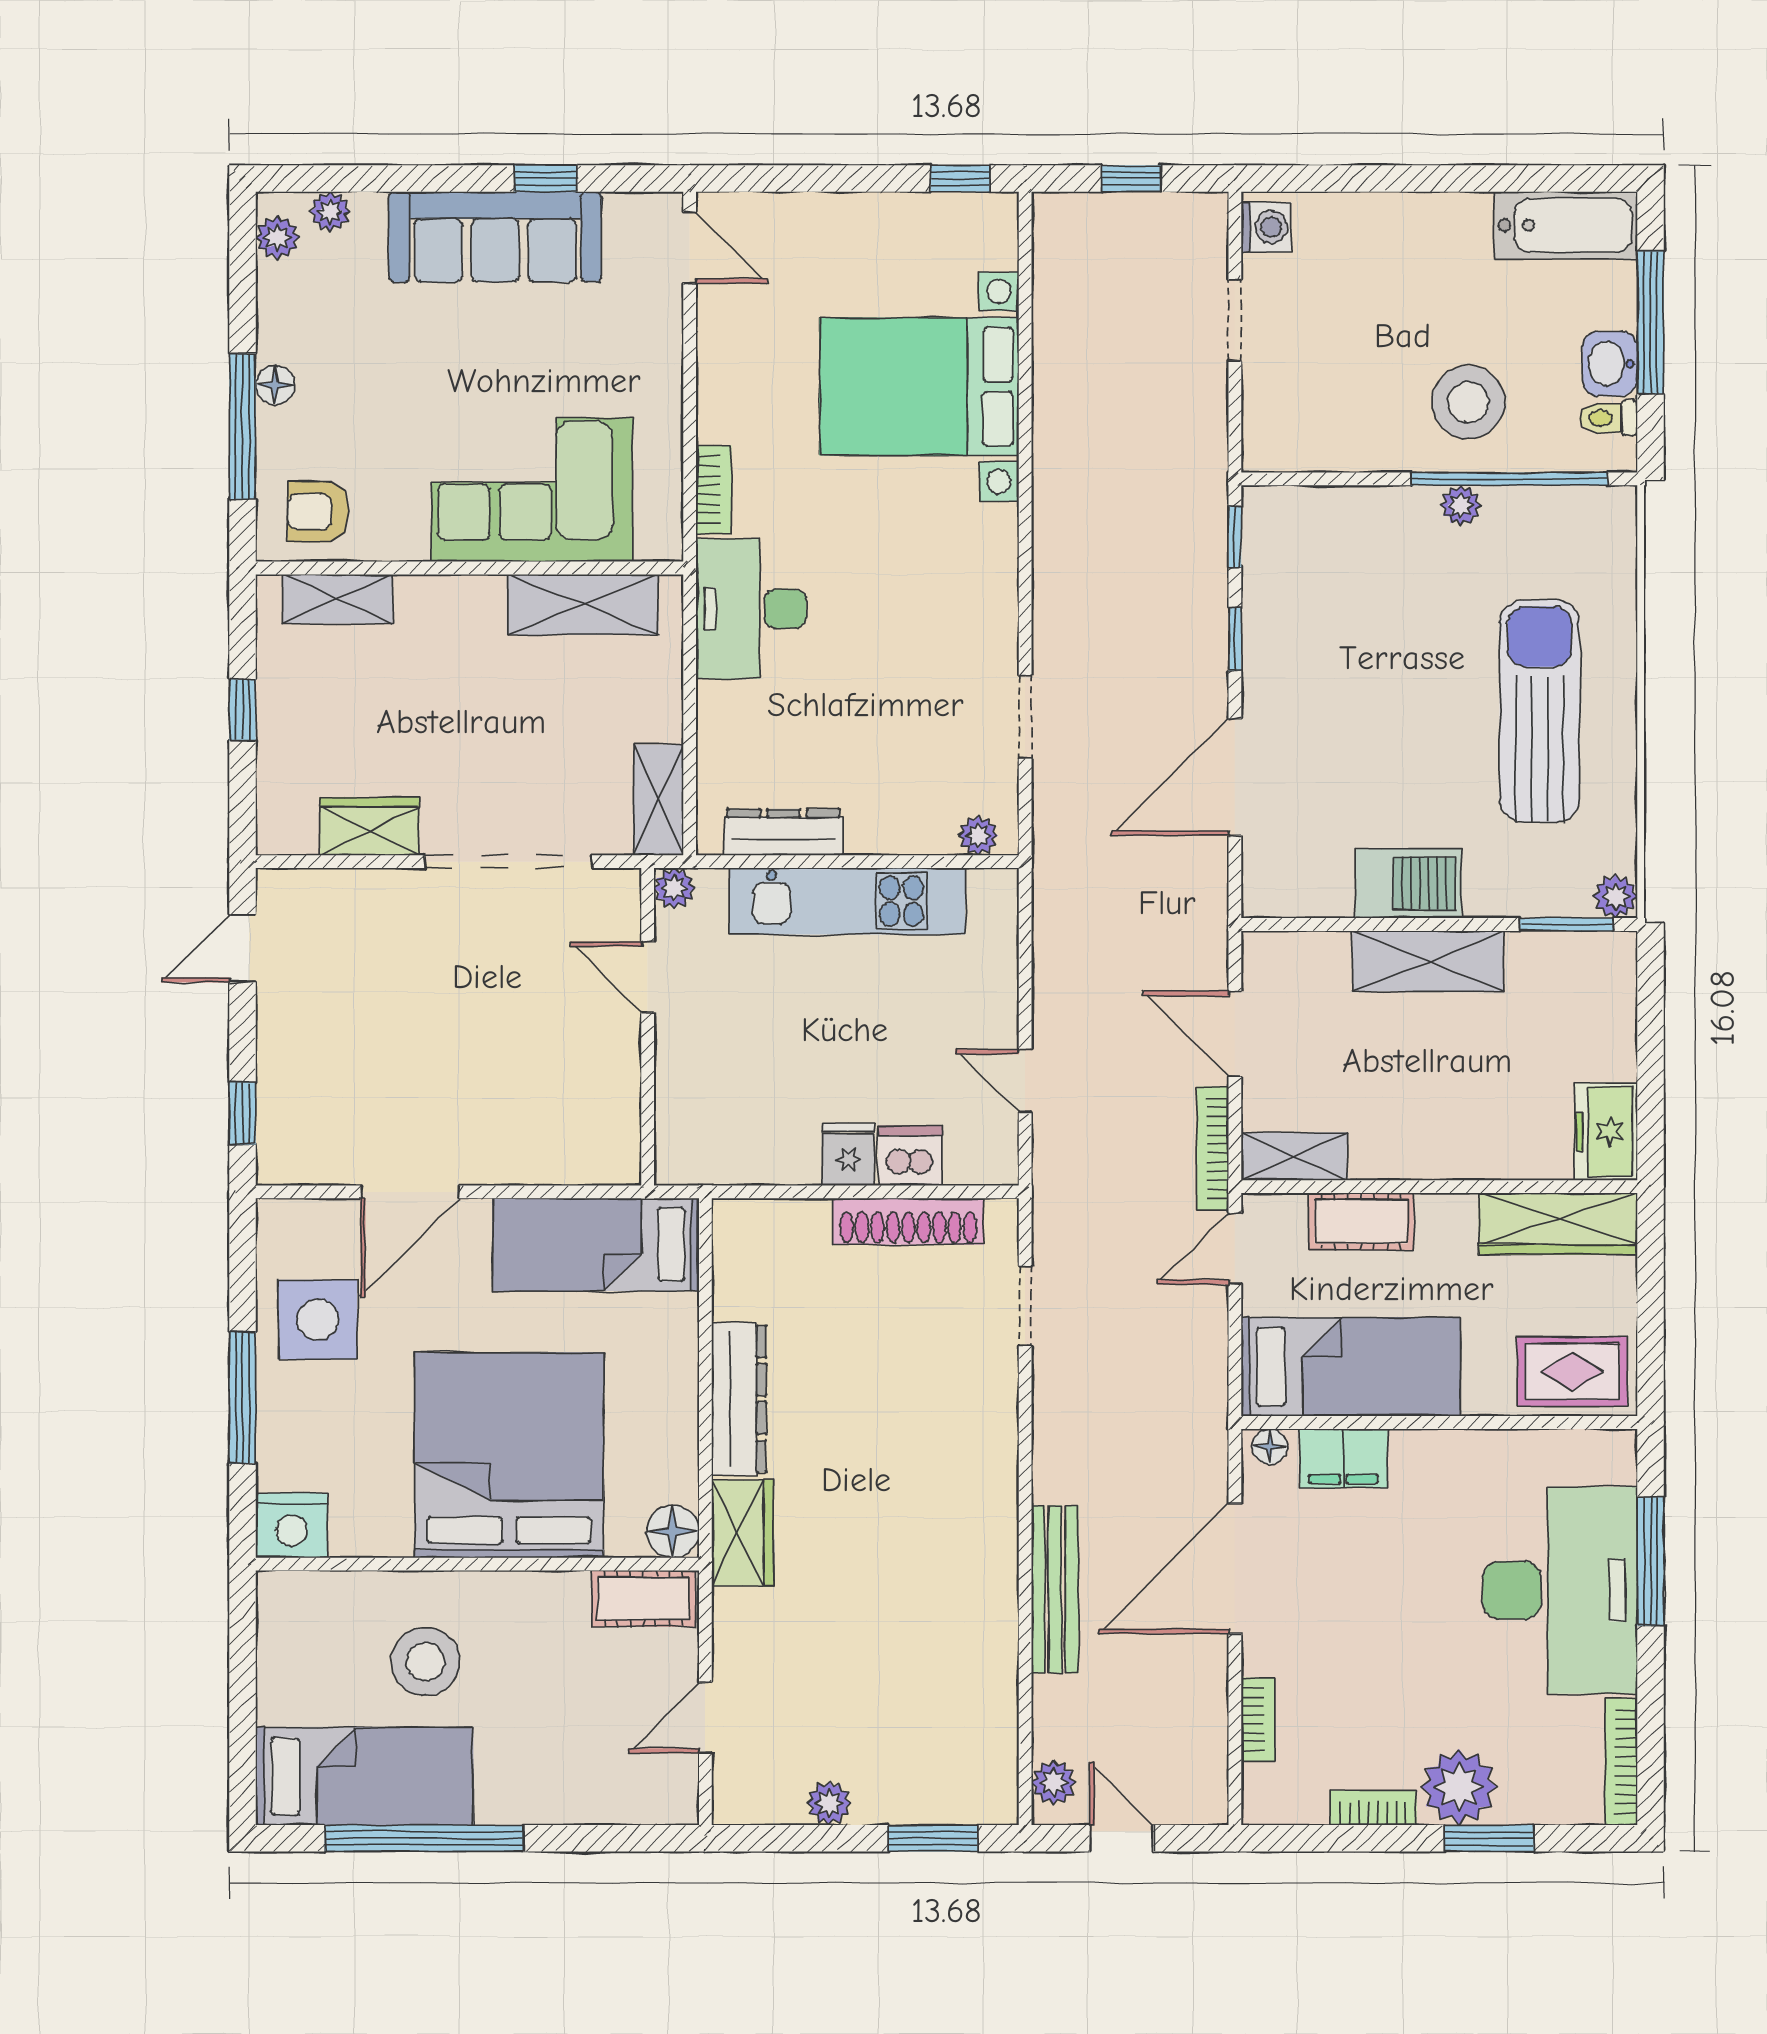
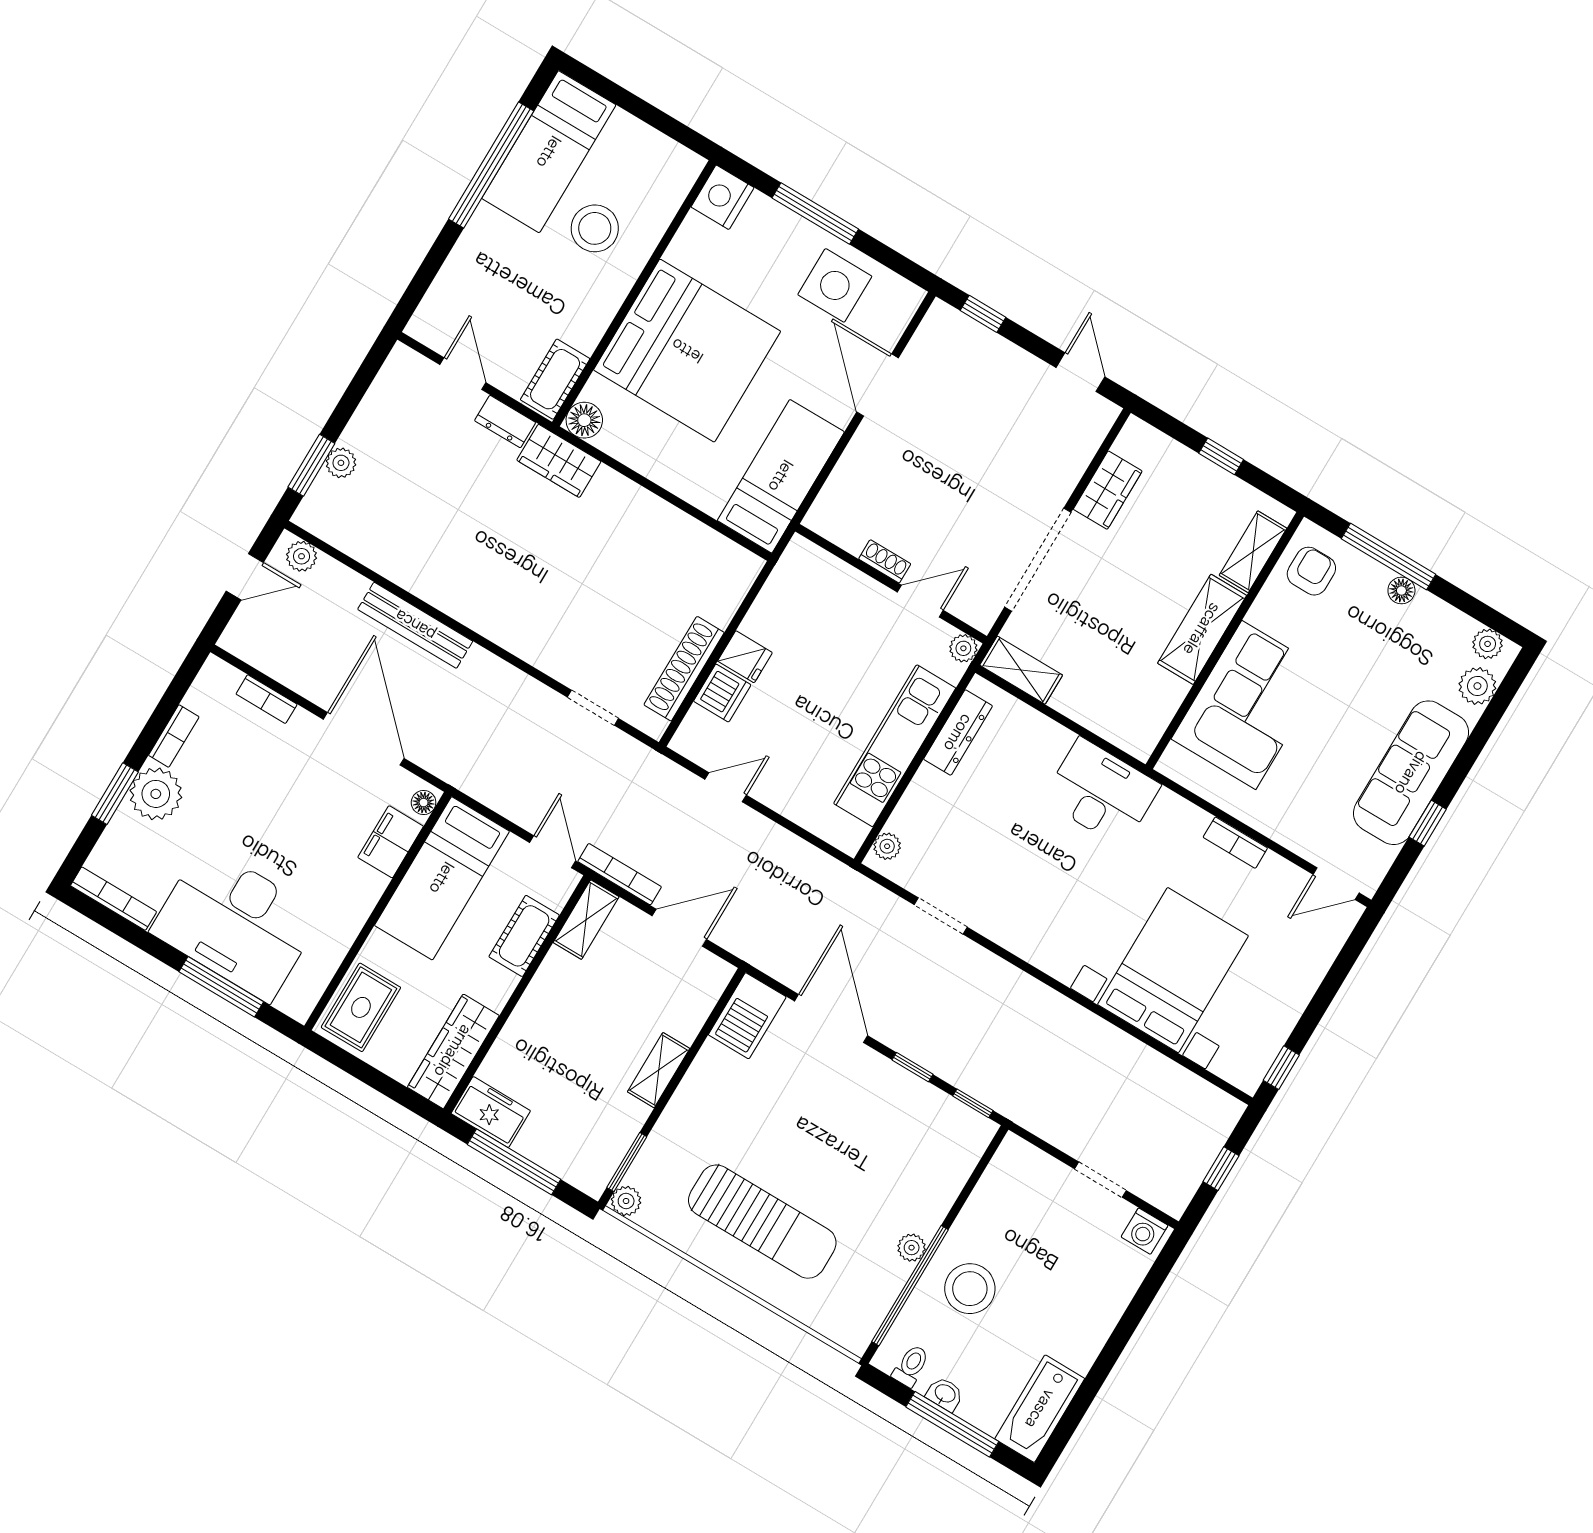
plant: (330, 211) -> (1477, 686), width x1.38, depth x1.38
washbasin: (1610, 364) -> (945, 1394), width x0.72, depth x0.69
bookcase: (714, 490) -> (1235, 843), moved
shelving: (583, 605) -> (1202, 629), moved
barbecue: (1408, 884) -> (747, 1016), moved
shelving: (1428, 961) -> (659, 1070), width x0.67, depth x0.75
shoe rack: (625, 1051) -> (885, 561), added
window: (1651, 1065) -> (514, 1162), added
dresser: (739, 1399) -> (505, 422), moved, width x0.51, depth x0.80
plant: (829, 1803) -> (341, 463), moved

